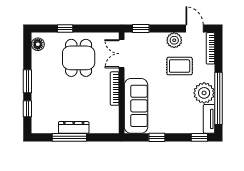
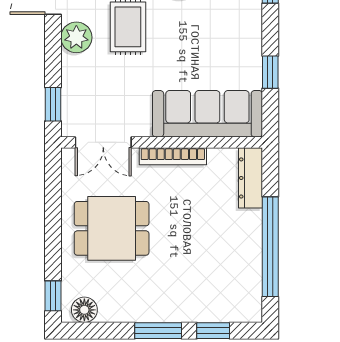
window: (65, 29) -> (53, 296), moved
dresser: (74, 127) -> (250, 178), moved
window: (69, 137) -> (270, 247), width x1.46

